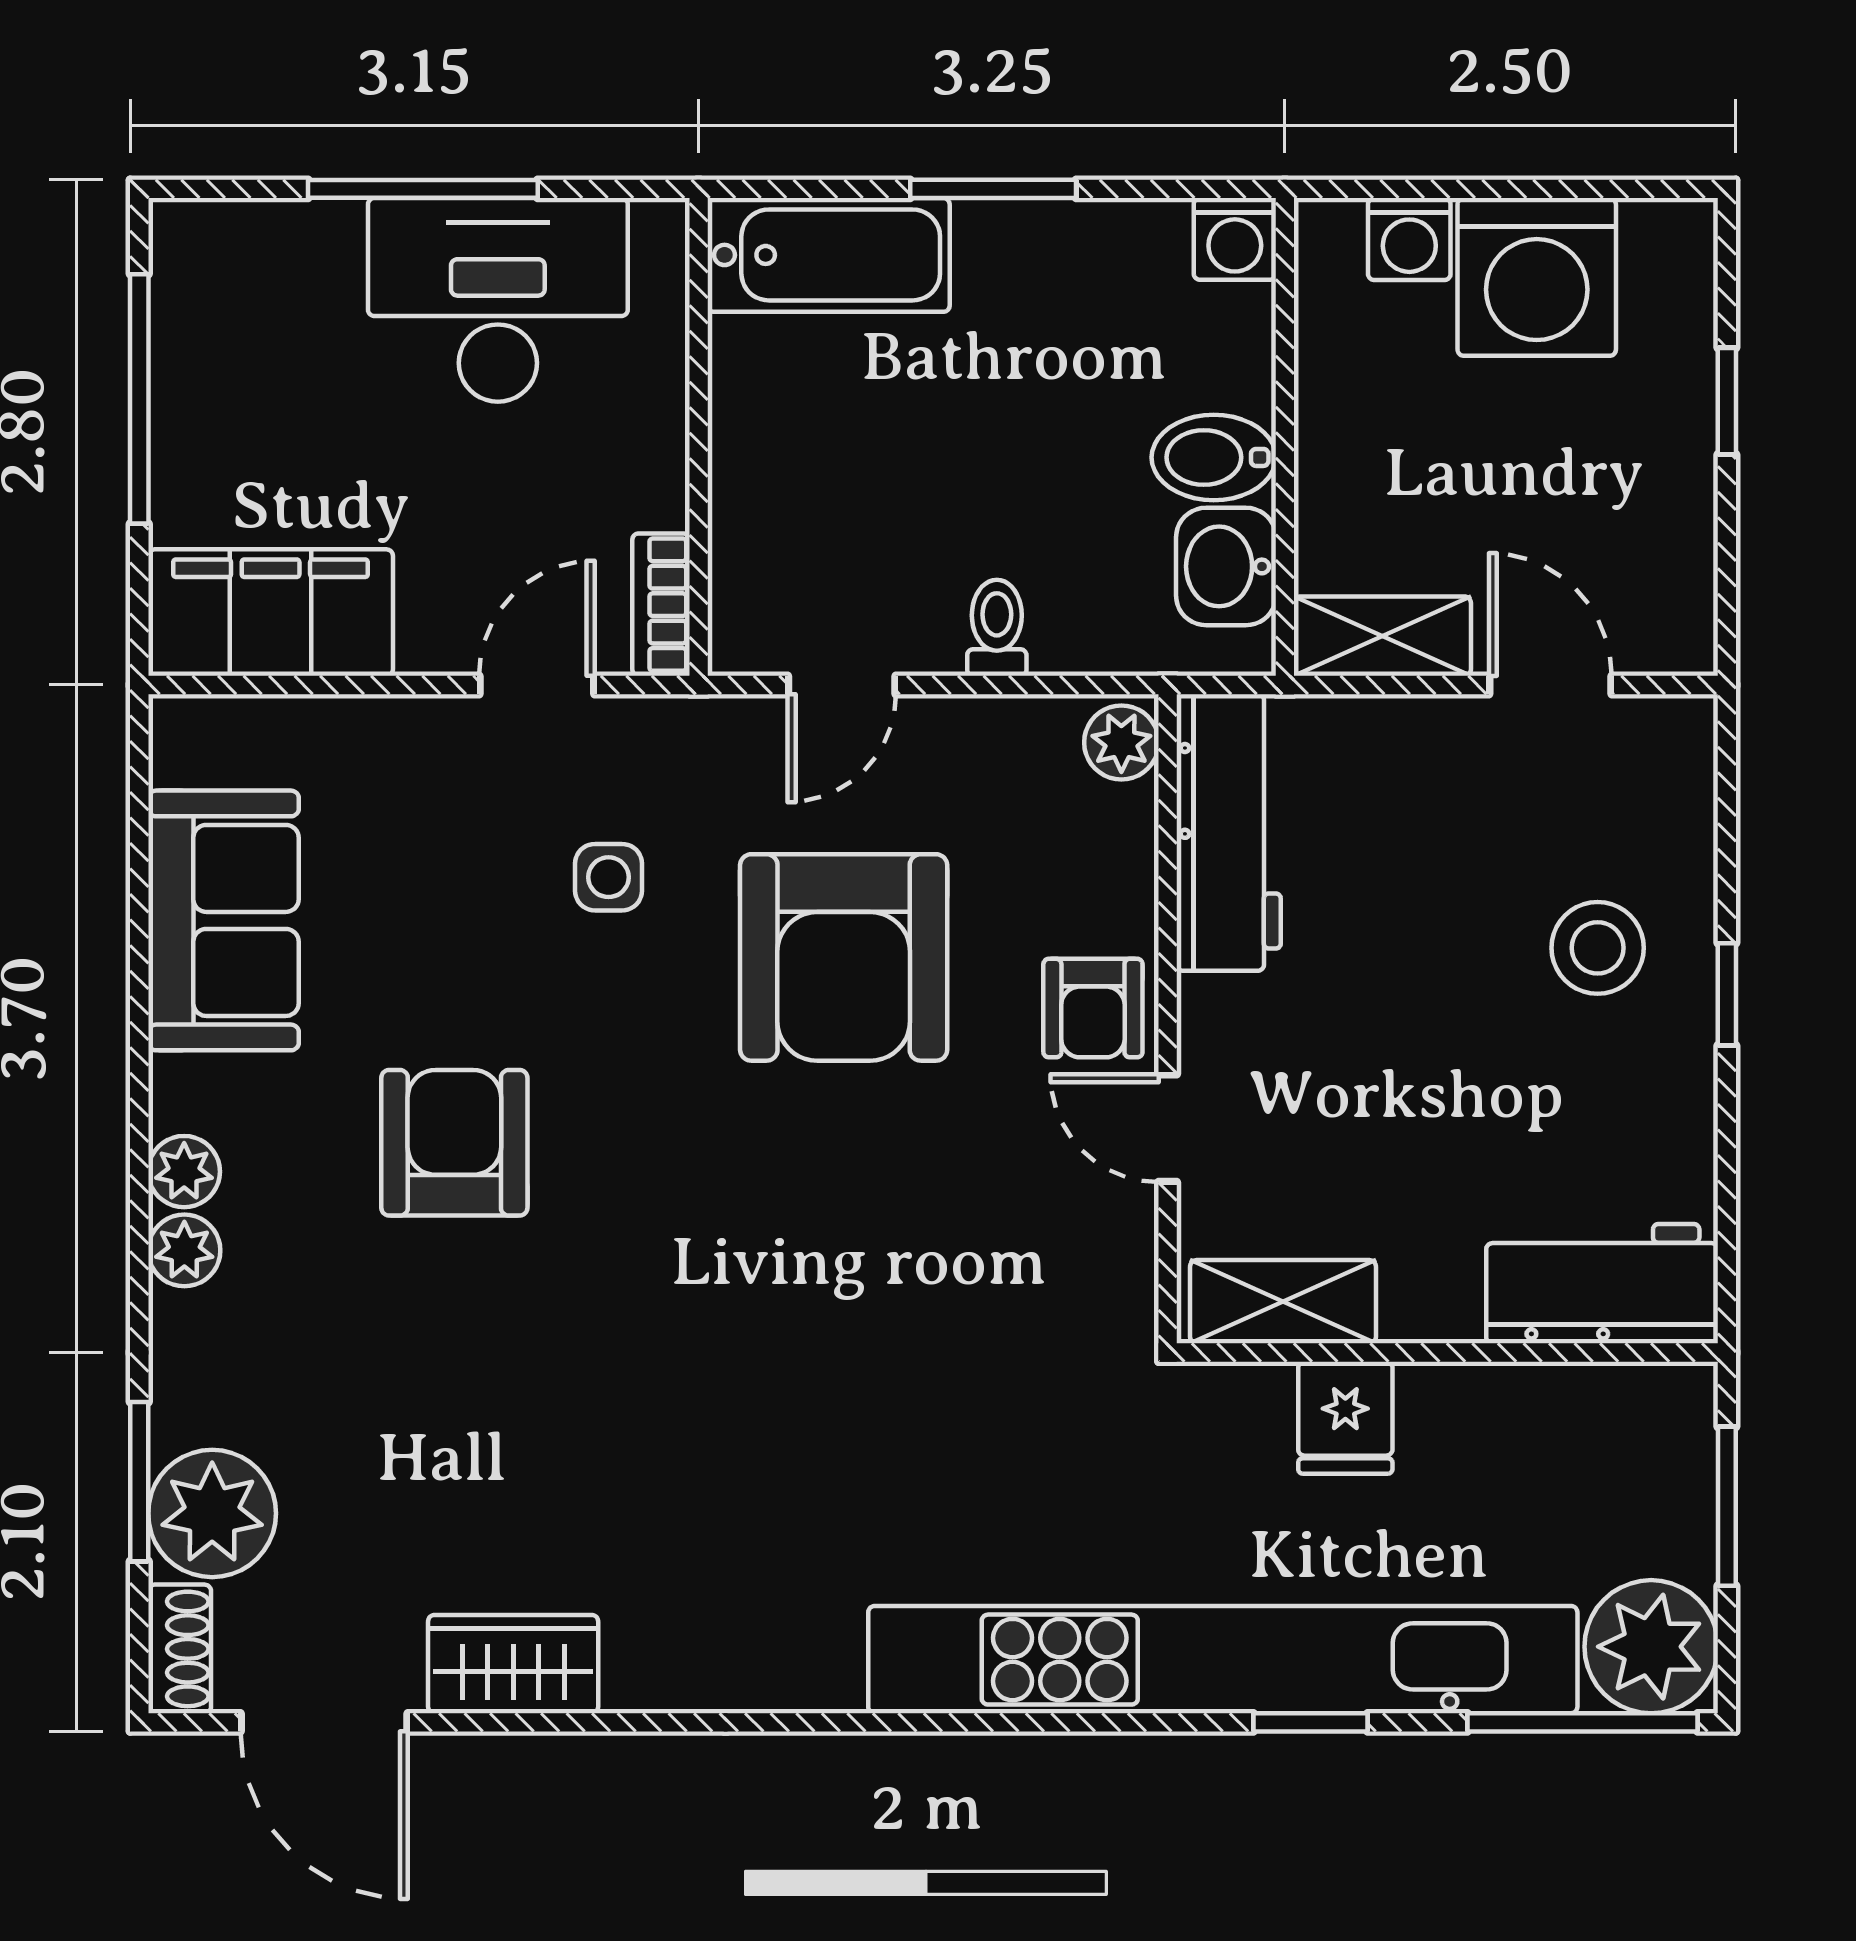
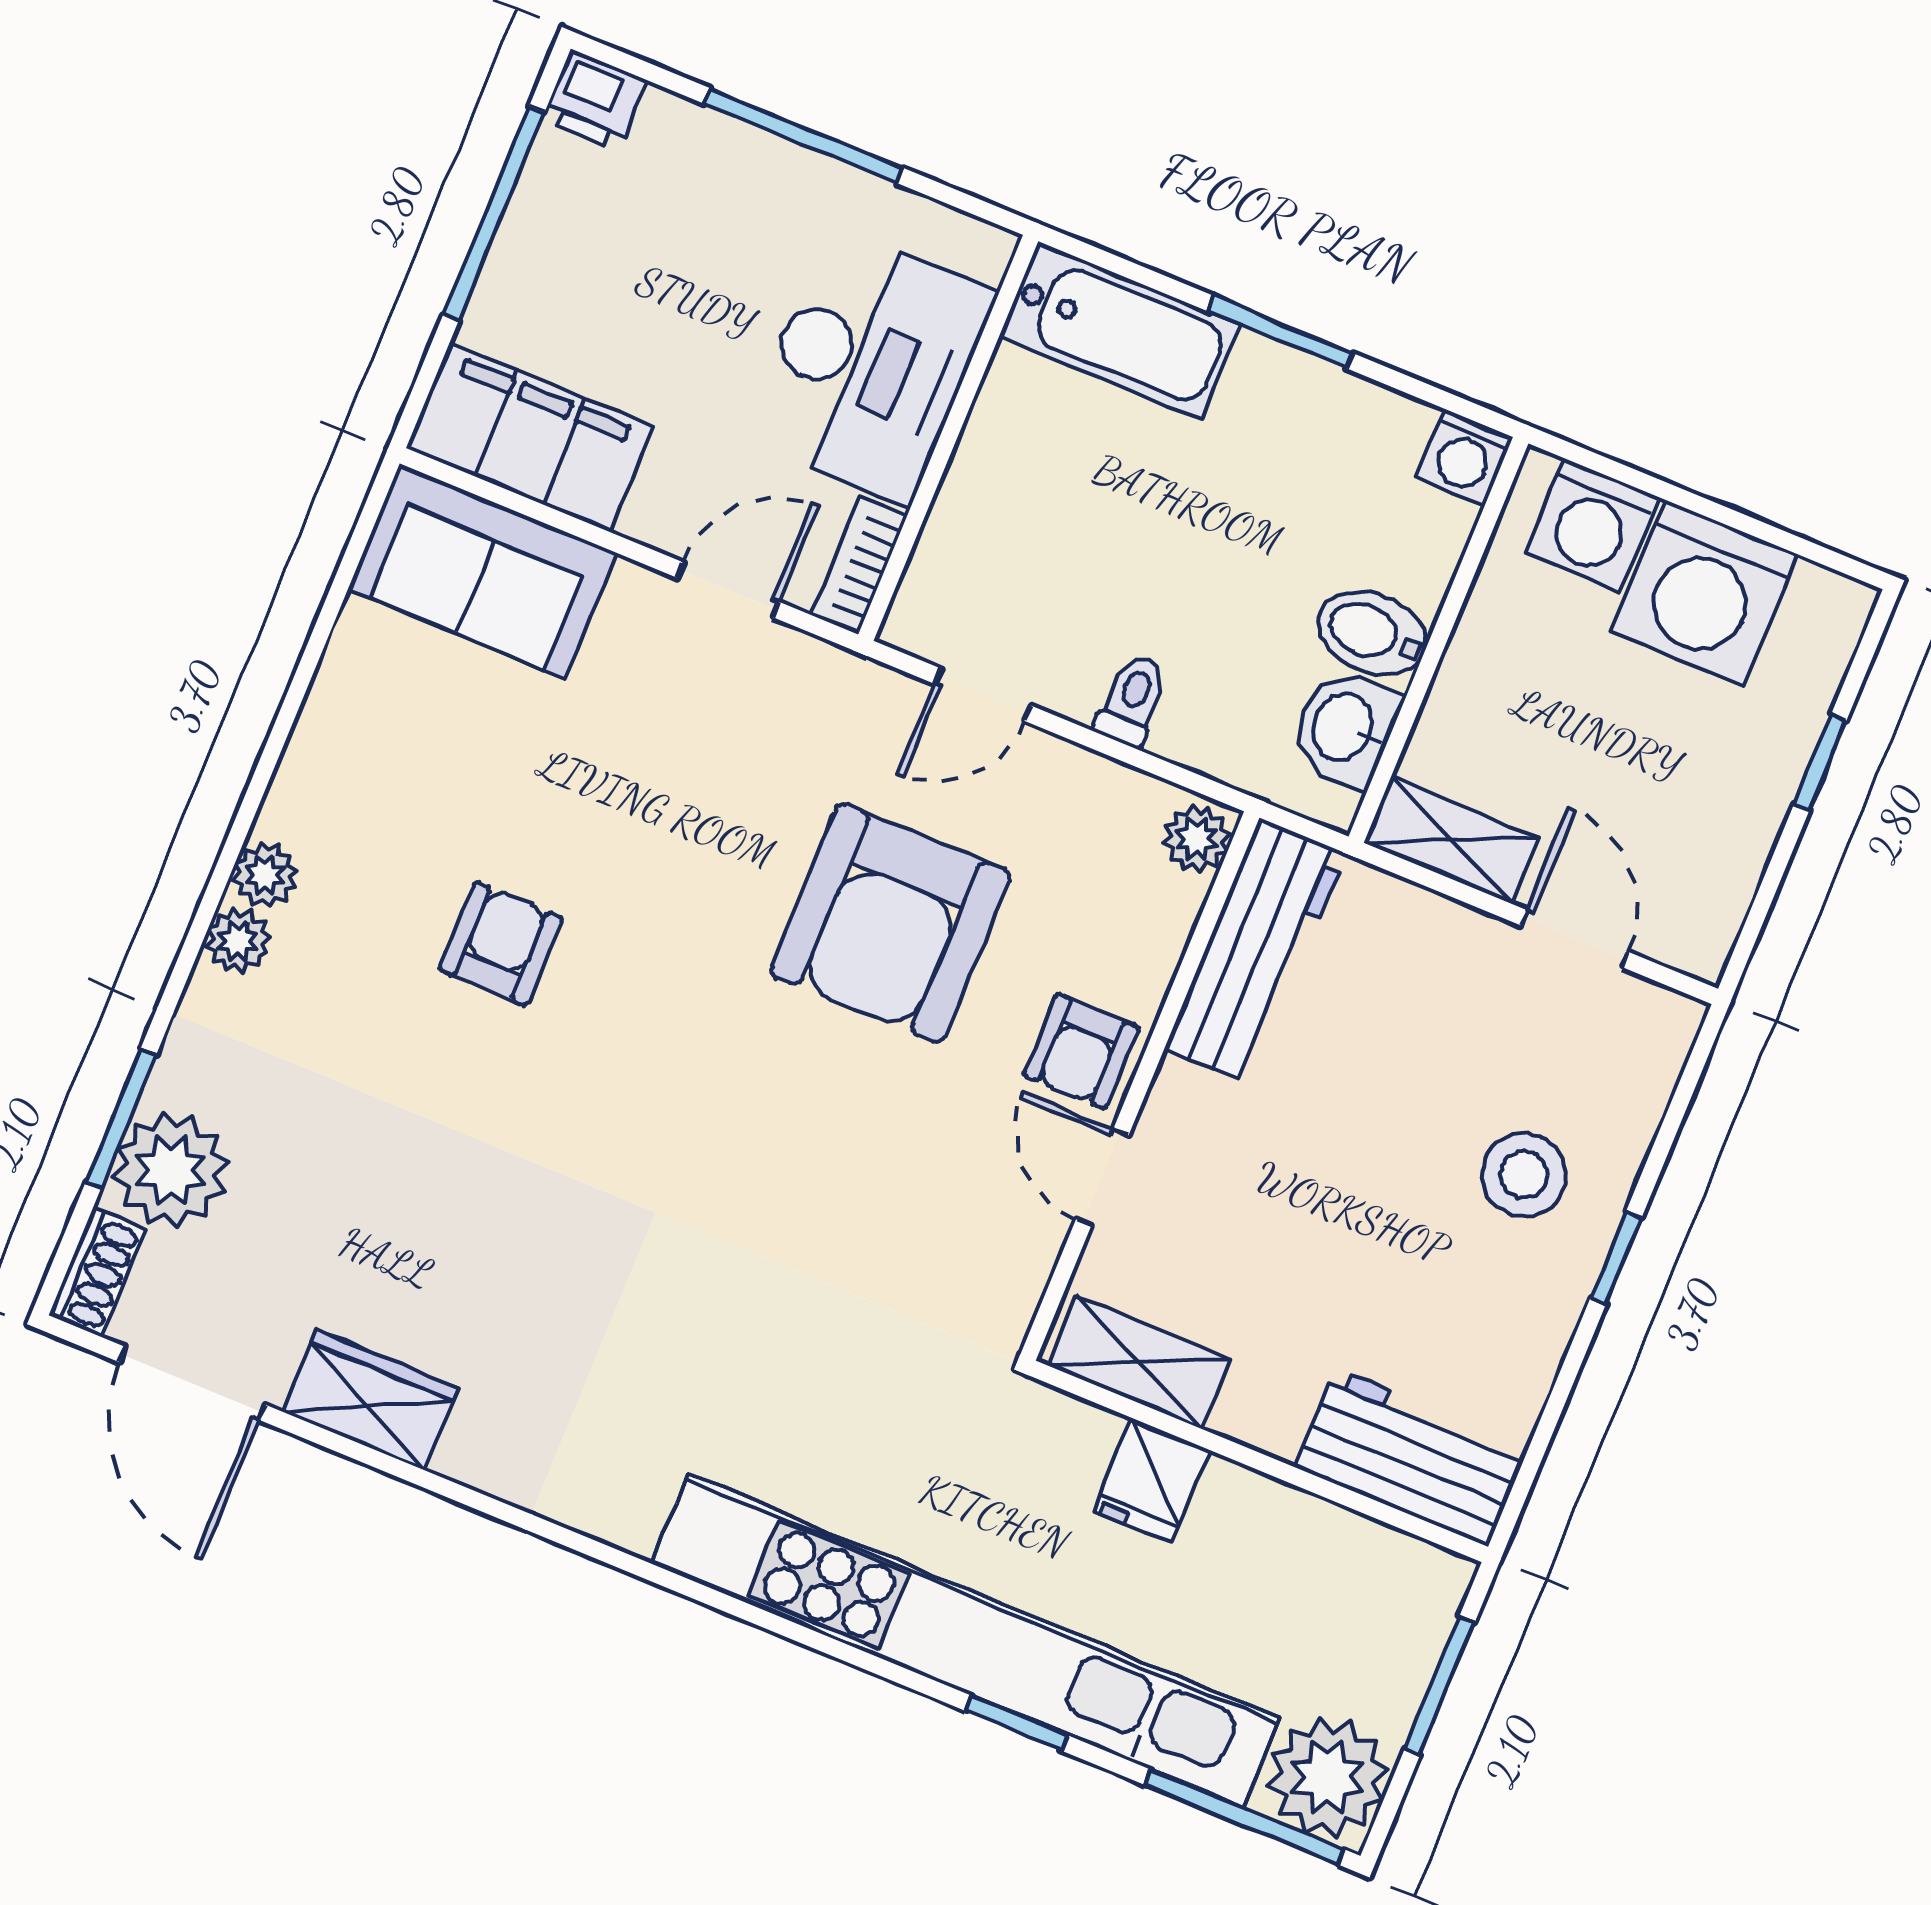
washing machine: (1409, 239) -> (1592, 525), width x1.38, depth x1.38
printer: (195, 240) -> (595, 100), added
desk: (498, 300) -> (870, 366), moved, turned 90
side table: (608, 877) -> (721, 775), removed
sofa: (223, 920) -> (483, 571), moved, turned 90
armchair: (454, 1143) -> (501, 944), width x0.72, depth x0.72

